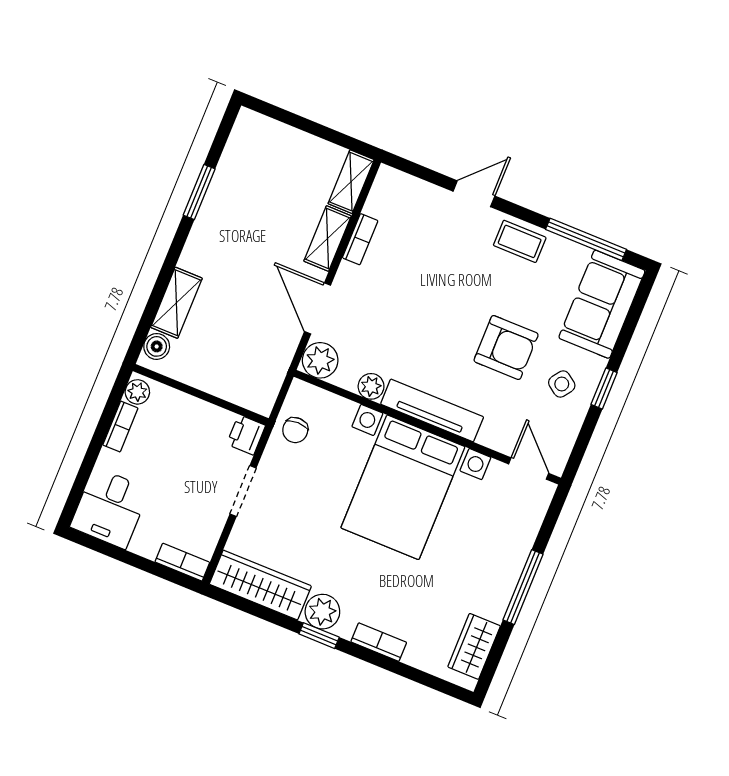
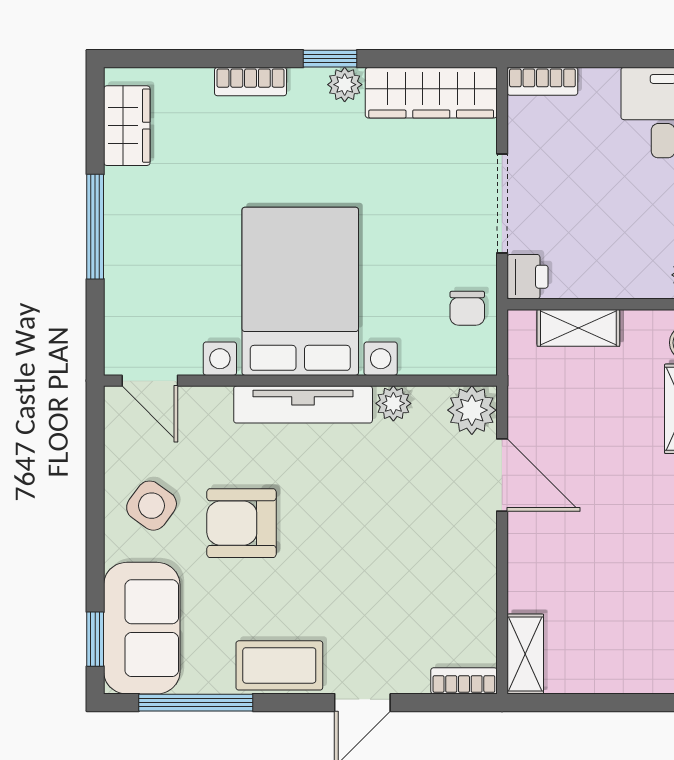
shelving: (327, 239) -> (578, 328), moved, turned 90
bookcase: (360, 239) -> (464, 681), moved, turned 90
coffee table: (520, 241) -> (279, 665), width x1.36, depth x1.30
side table: (562, 384) -> (152, 506), width x1.37, depth x1.37
window: (604, 389) -> (95, 639), moved
chair: (295, 430) -> (467, 308), turned 180
doorway: (243, 491) -> (502, 203), width x1.38
plant: (322, 612) -> (345, 85), width x0.73, depth x0.73

